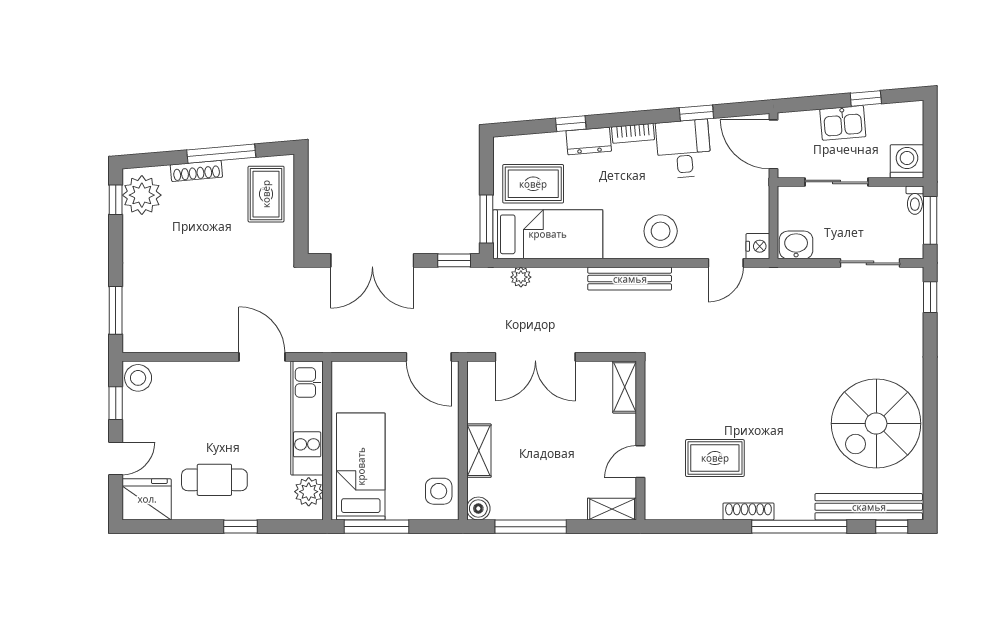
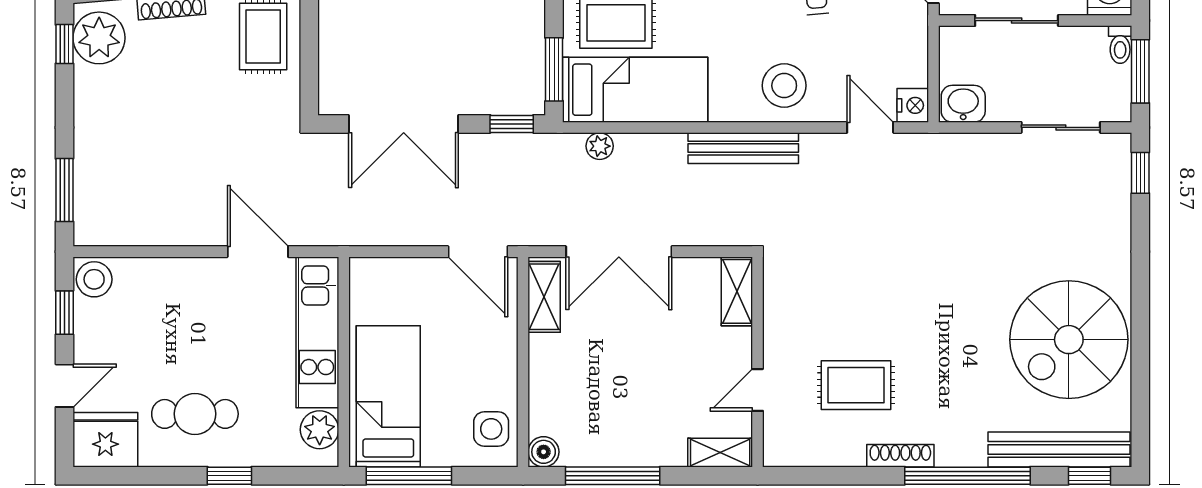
door: (726, 263) -> (870, 127), swing flipped
shelving: (479, 451) -> (544, 297), moved

